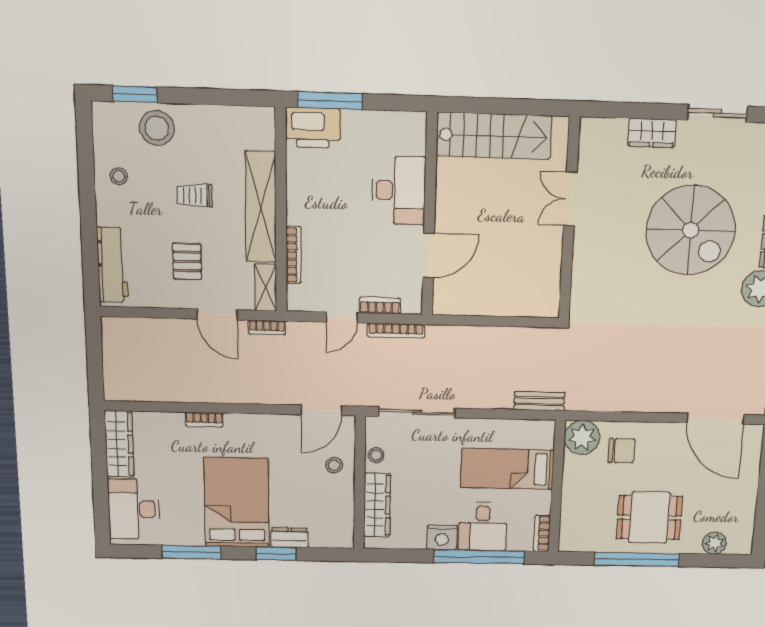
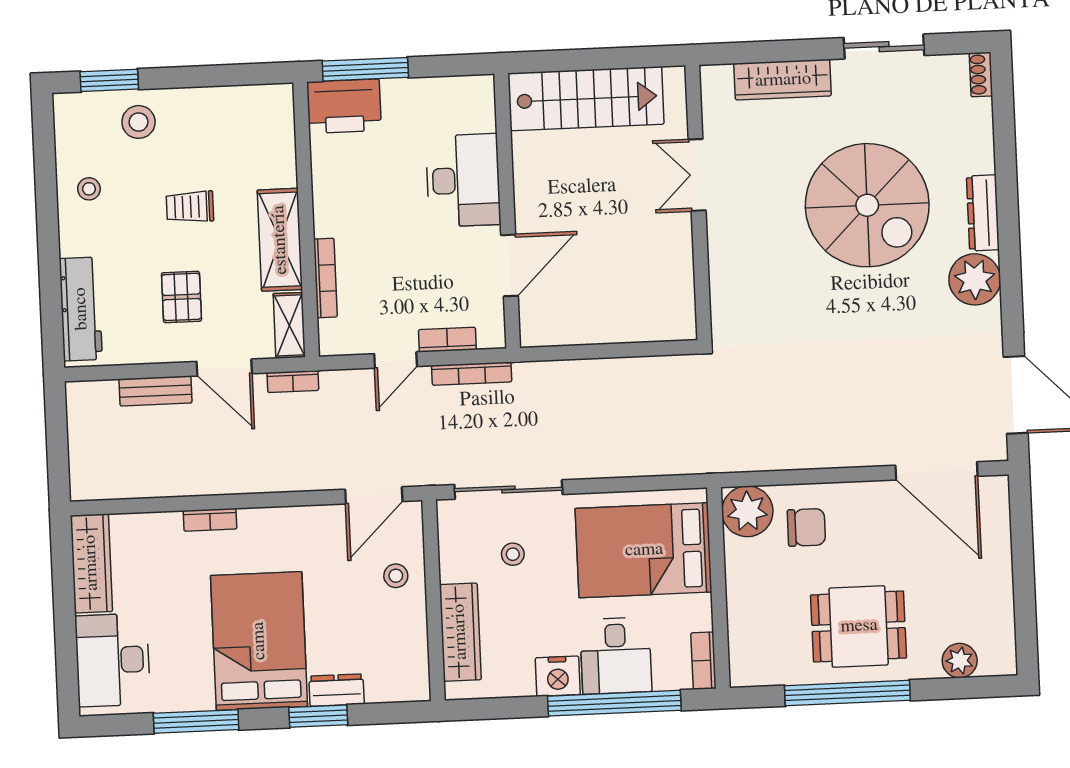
stool: (157, 128) -> (139, 122), width x0.73, depth x0.73
wardrobe: (652, 133) -> (783, 80), width x1.50
shelving: (261, 207) -> (280, 240), width x0.68
bench: (539, 401) -> (155, 391), moved
stool: (376, 455) -> (513, 554), moved
bed: (507, 469) -> (644, 550), width x1.50

